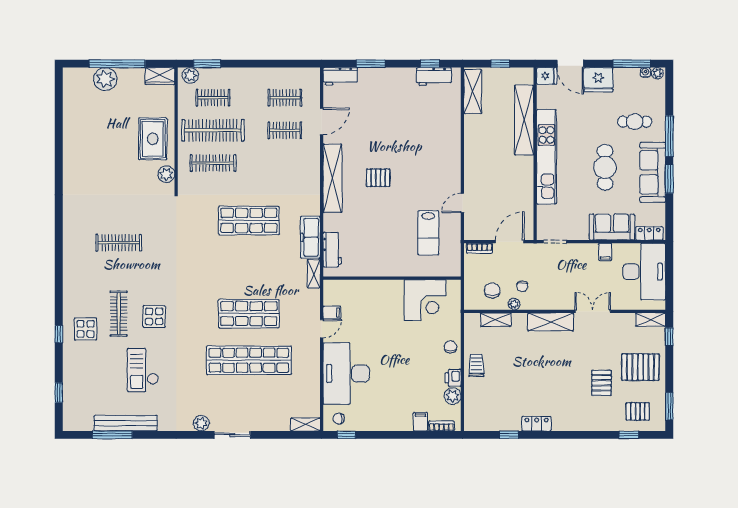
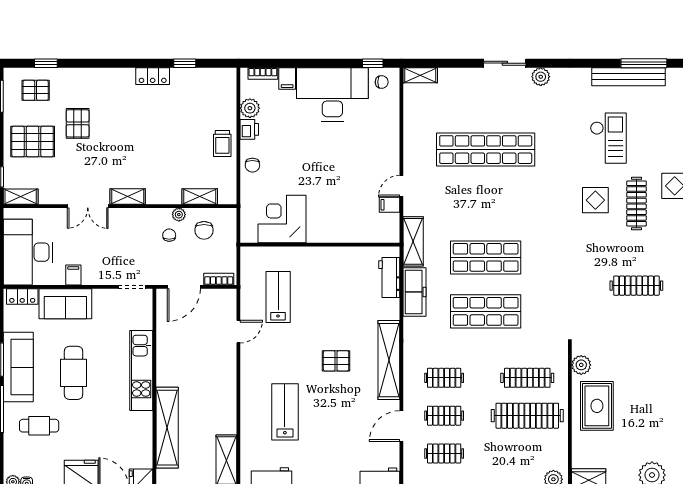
clothes rail: (213, 98) -> (444, 378), moved
lab bench: (422, 134) -> (285, 412), added
kitchen unit: (547, 157) -> (141, 371), width x0.73
shelving: (314, 274) -> (413, 241), width x1.50, depth x1.33
shop shelf: (249, 314) -> (486, 257), moved
shelving: (551, 322) -> (128, 196), width x0.67, depth x0.75
desk: (346, 374) -> (332, 94), moved, turned -90

